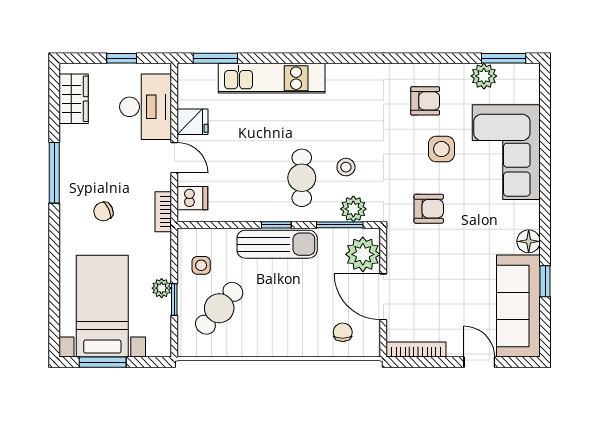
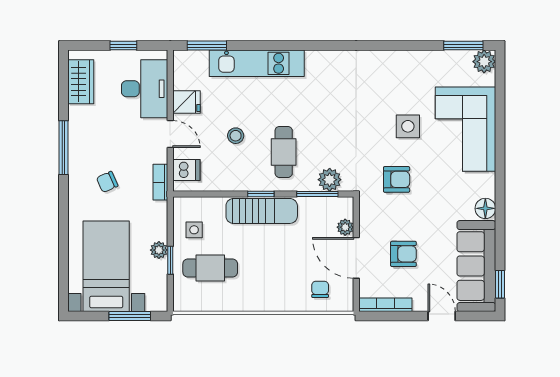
plant: (484, 76) -> (484, 62), moved
armchair: (425, 101) -> (403, 254), moved
stool: (346, 167) -> (236, 136), moved
plant: (363, 254) -> (345, 227), width x0.53, depth x0.53
window: (545, 281) -> (500, 284), moved
cafe table: (219, 308) -> (210, 268), turned 50
window: (103, 362) -> (130, 316), moved

